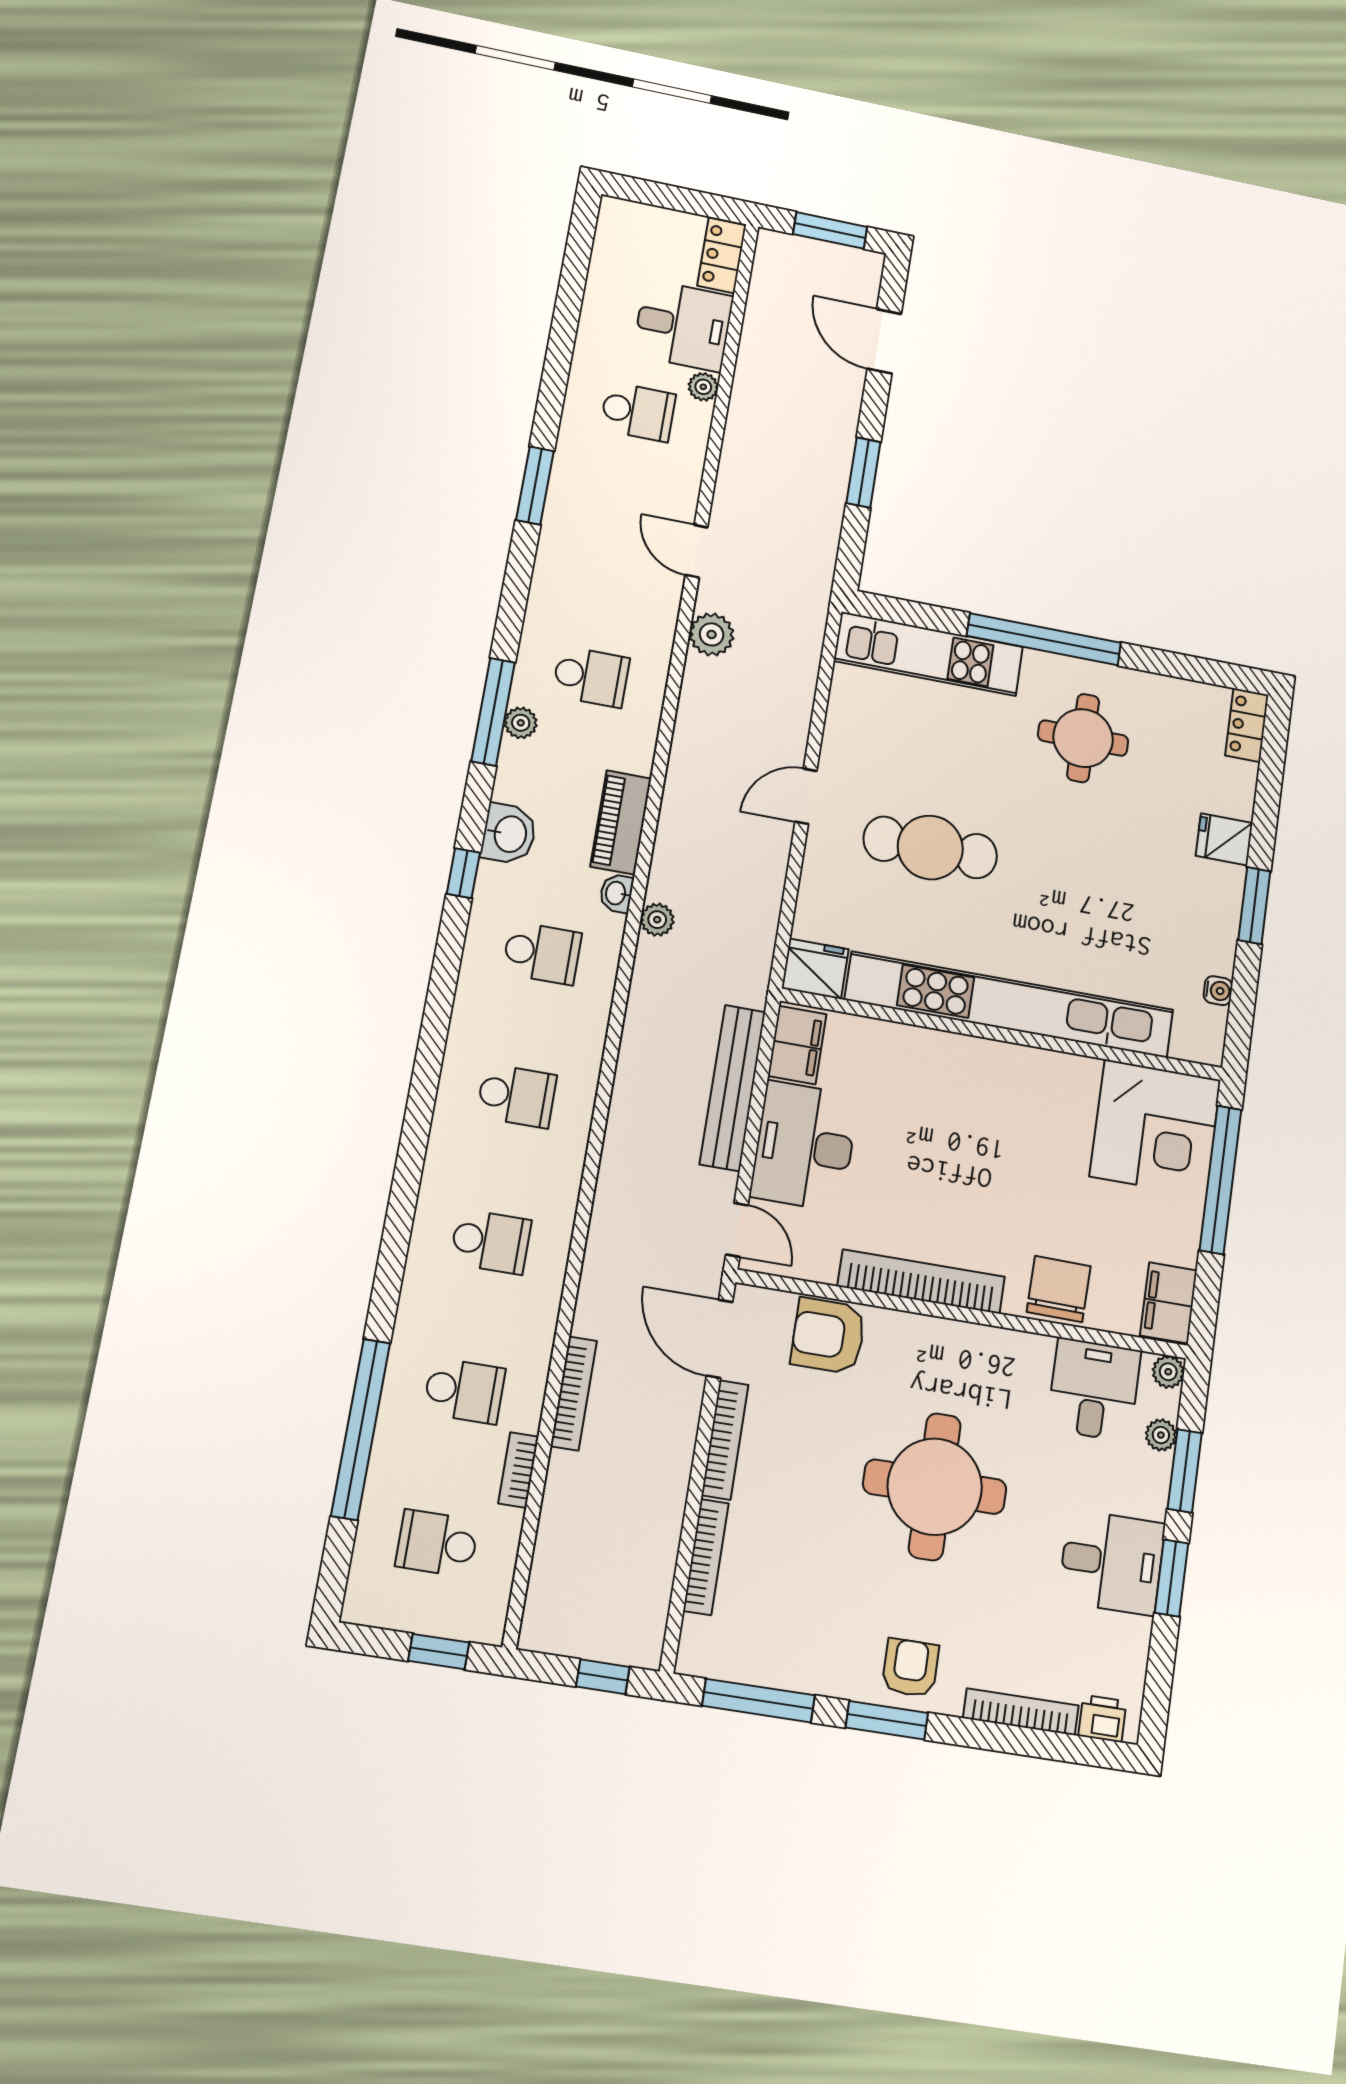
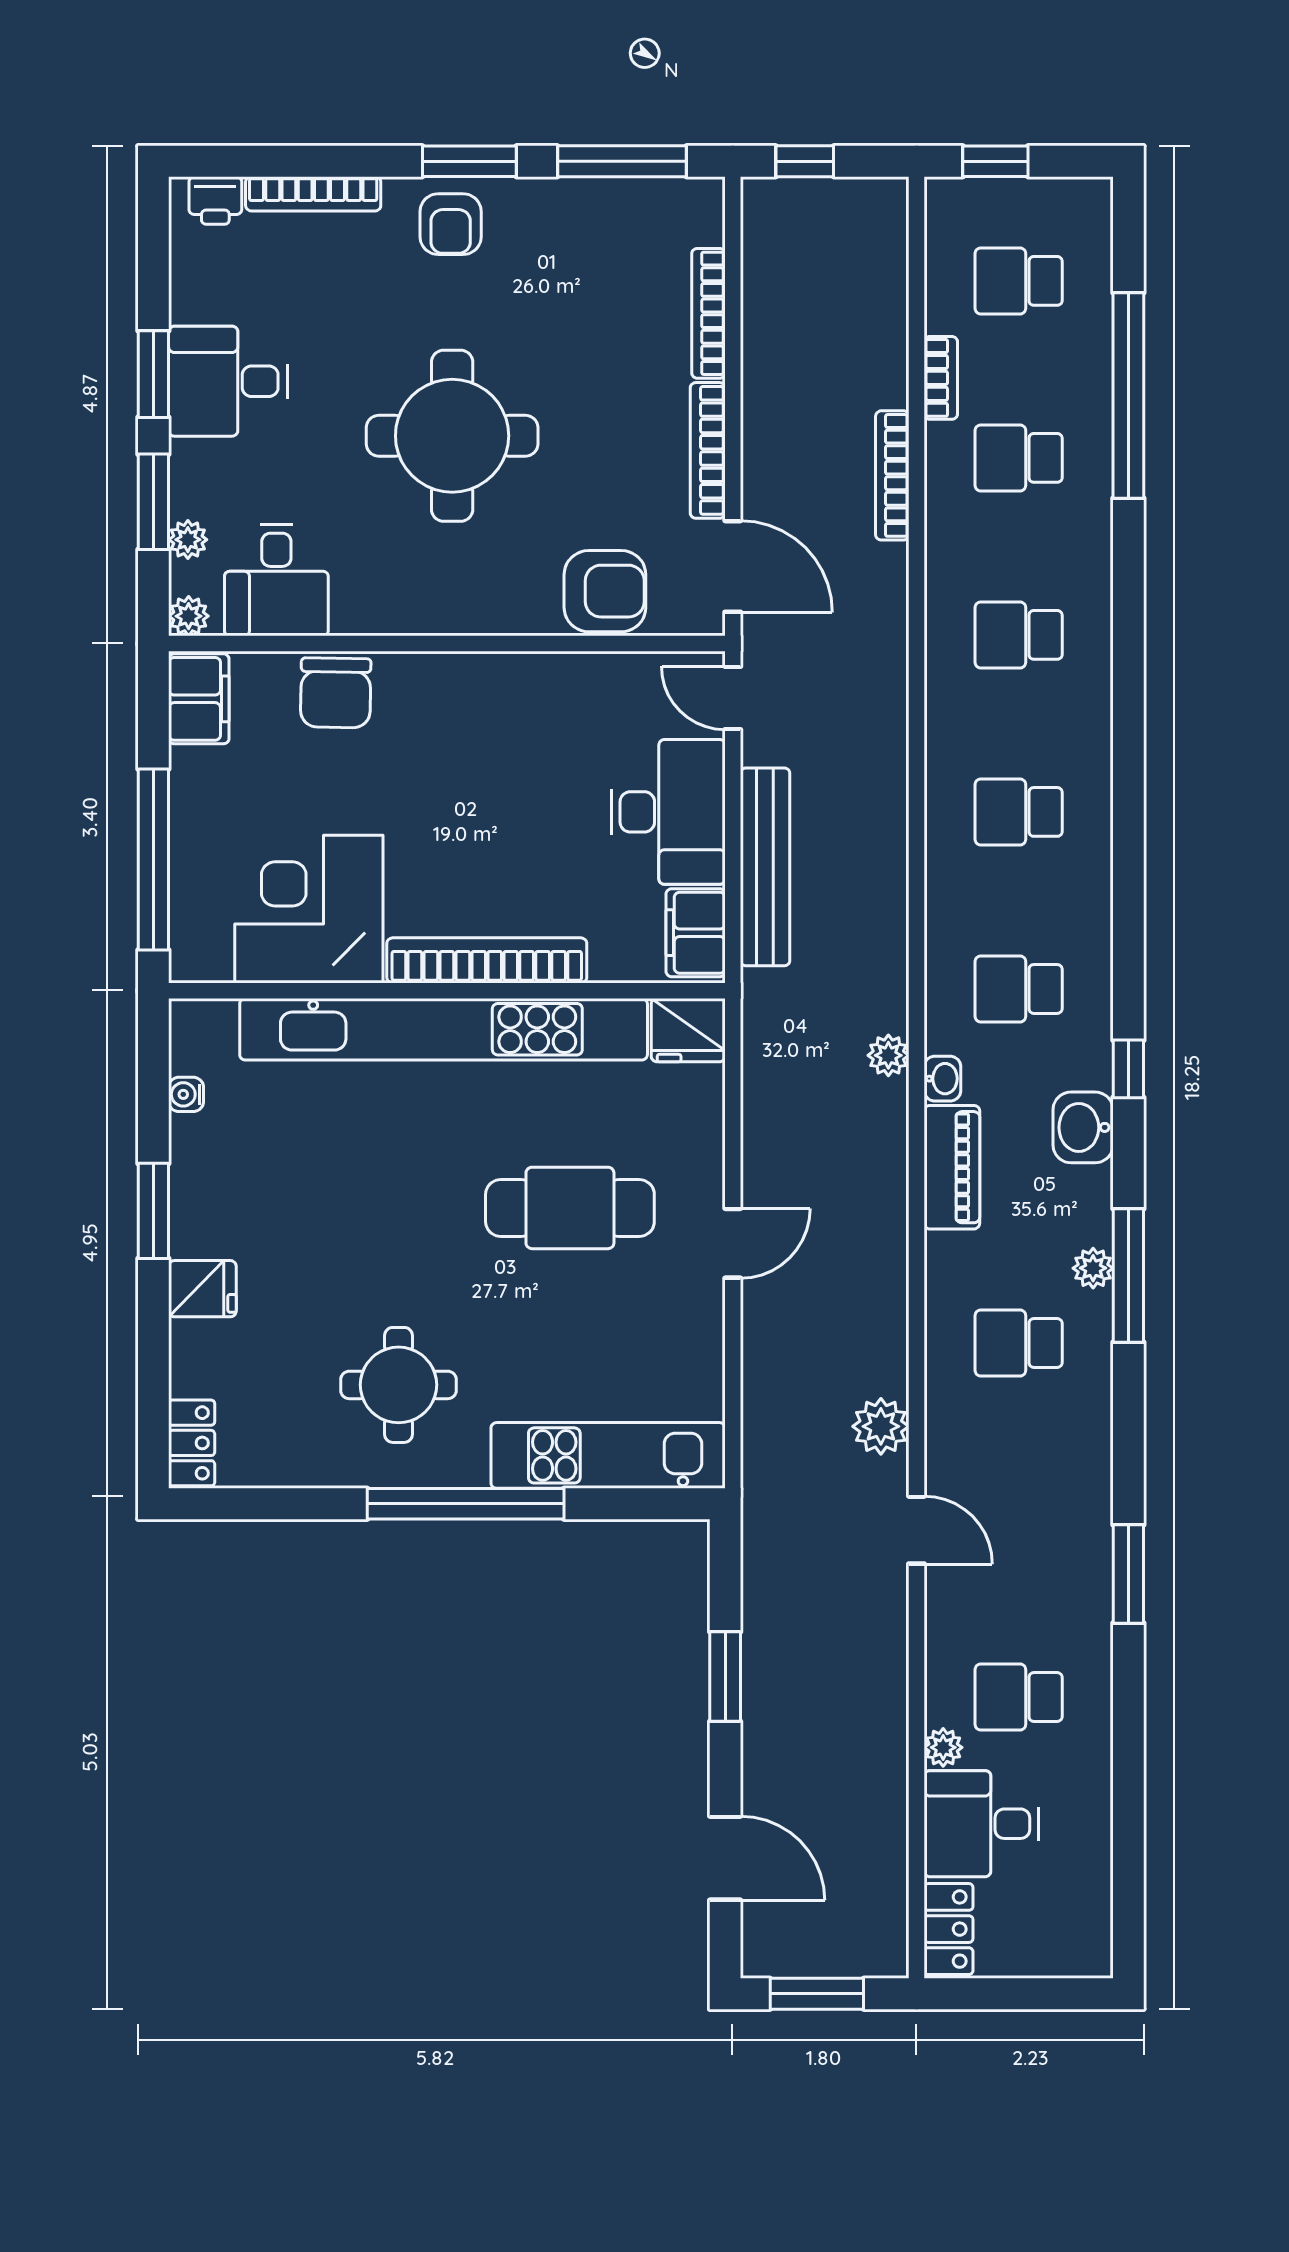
corner desk: (1155, 1128) -> (309, 909), moved
bookcase: (921, 1281) -> (487, 960), moved, turned 180
school desk: (437, 1543) -> (1019, 281), turned 180

